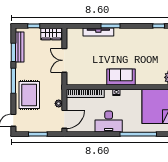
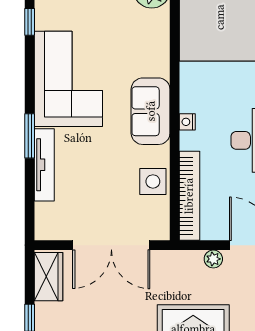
corner sofa: (135, 42) -> (68, 79), added
double door: (64, 60) -> (111, 245), width x1.37
side table: (91, 78) -> (153, 181), added

